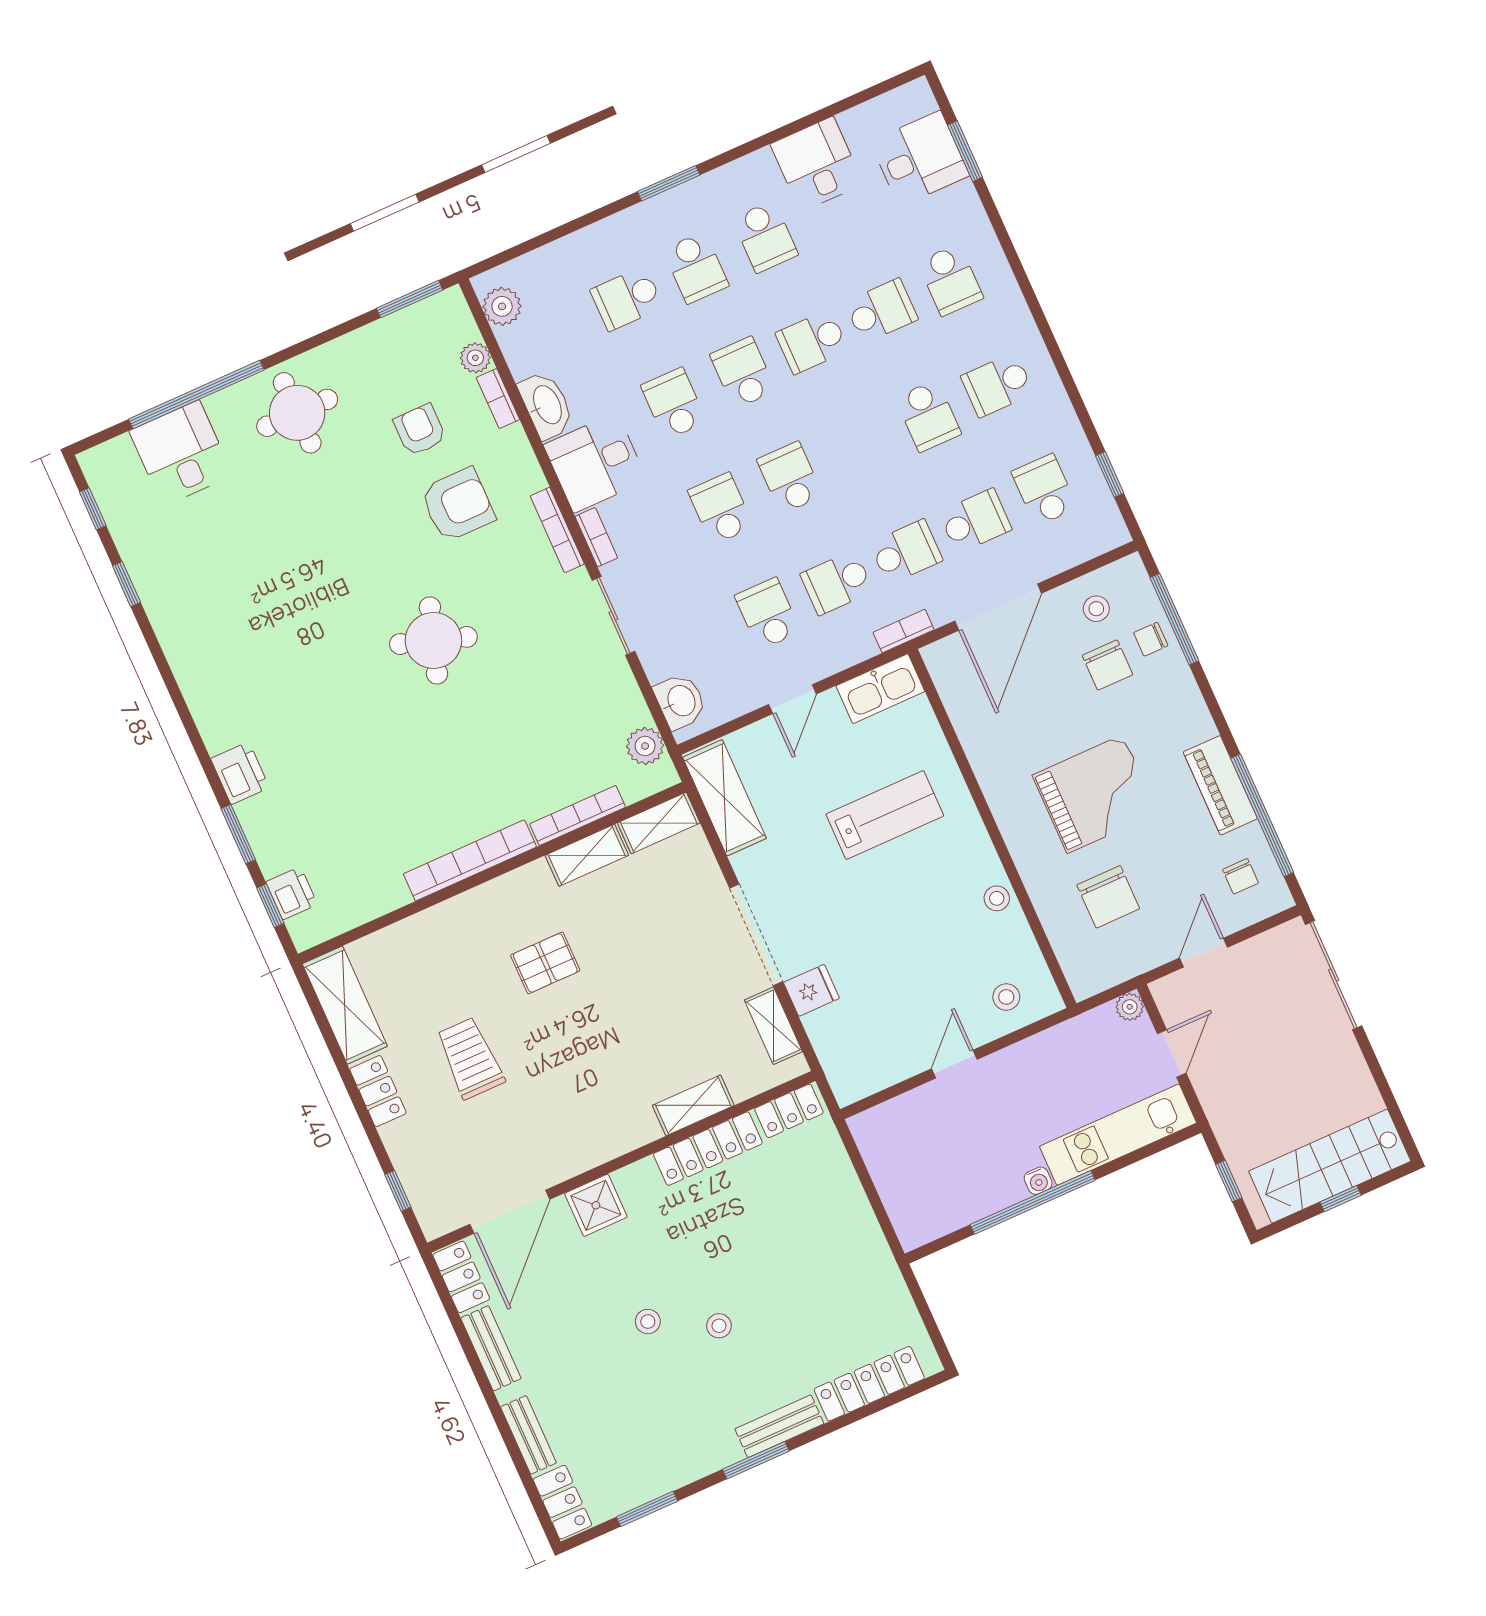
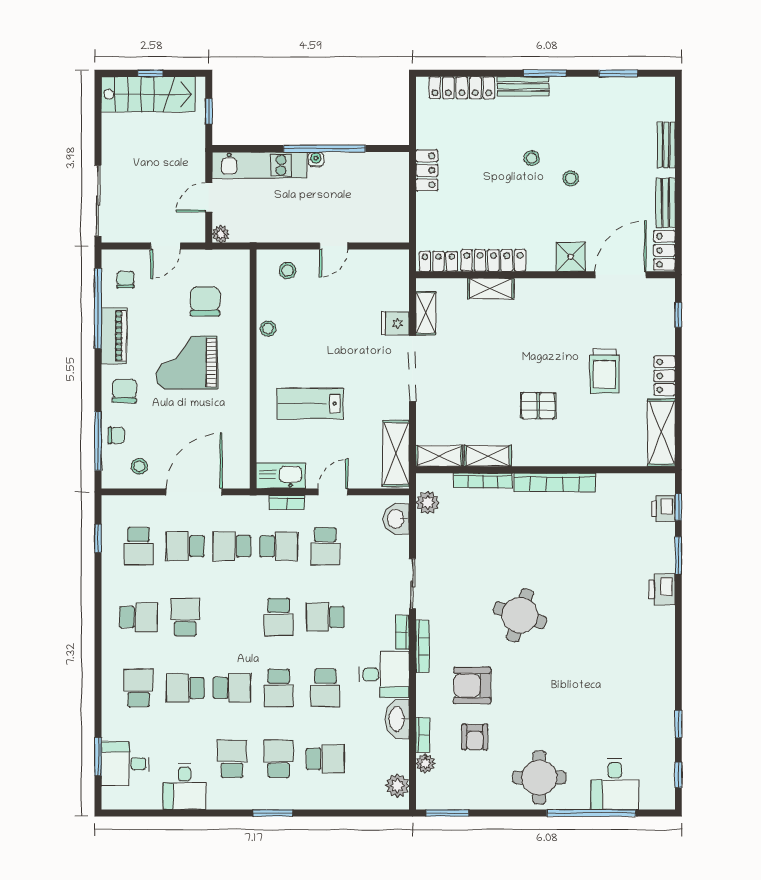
school desk: (721, 509) -> (325, 617), turned 90
bookcase: (904, 631) -> (287, 502), moved
chair: (1107, 665) -> (124, 391), moved
locker: (563, 1502) -> (427, 170), moved, turned 180

